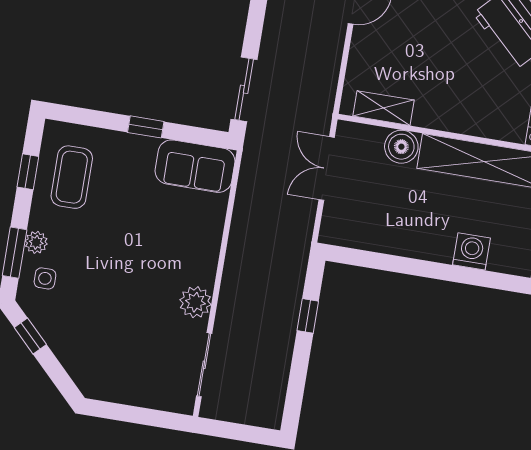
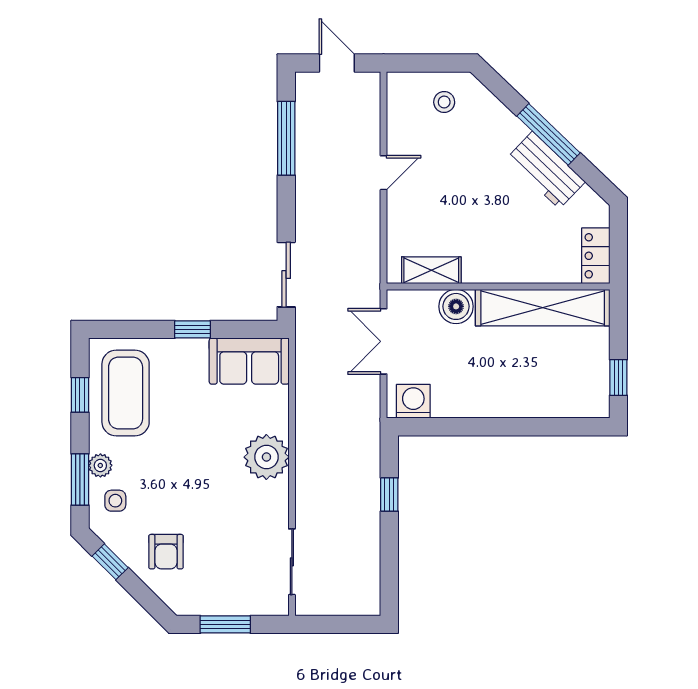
coffee table: (72, 177) -> (126, 393), width x1.36, depth x1.32
washing machine: (472, 251) -> (413, 401), moved
plant: (195, 302) -> (266, 457), moved, width x1.36, depth x1.36
armchair: (85, 335) -> (166, 552), added
window: (131, 414) -> (225, 624), added

